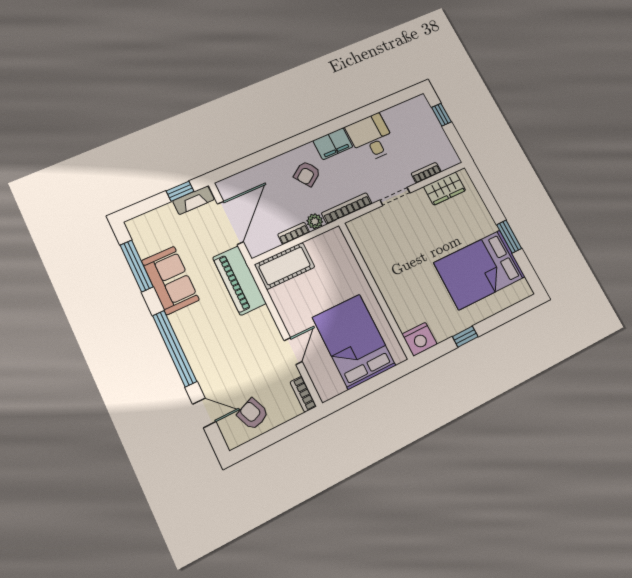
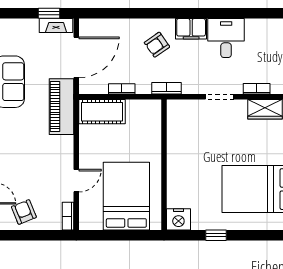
bookcase: (347, 208) -> (167, 88), width x0.64
plant: (315, 221) -> (143, 87), removed

